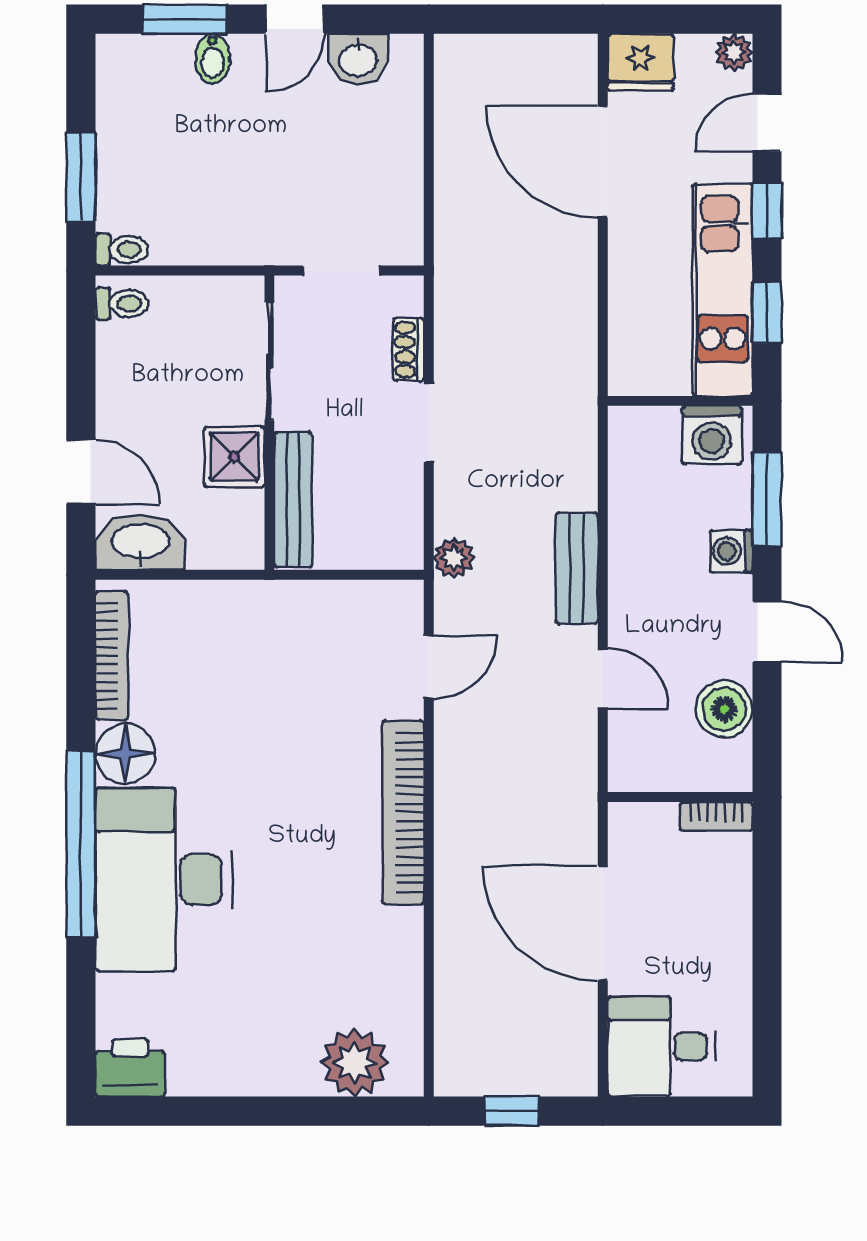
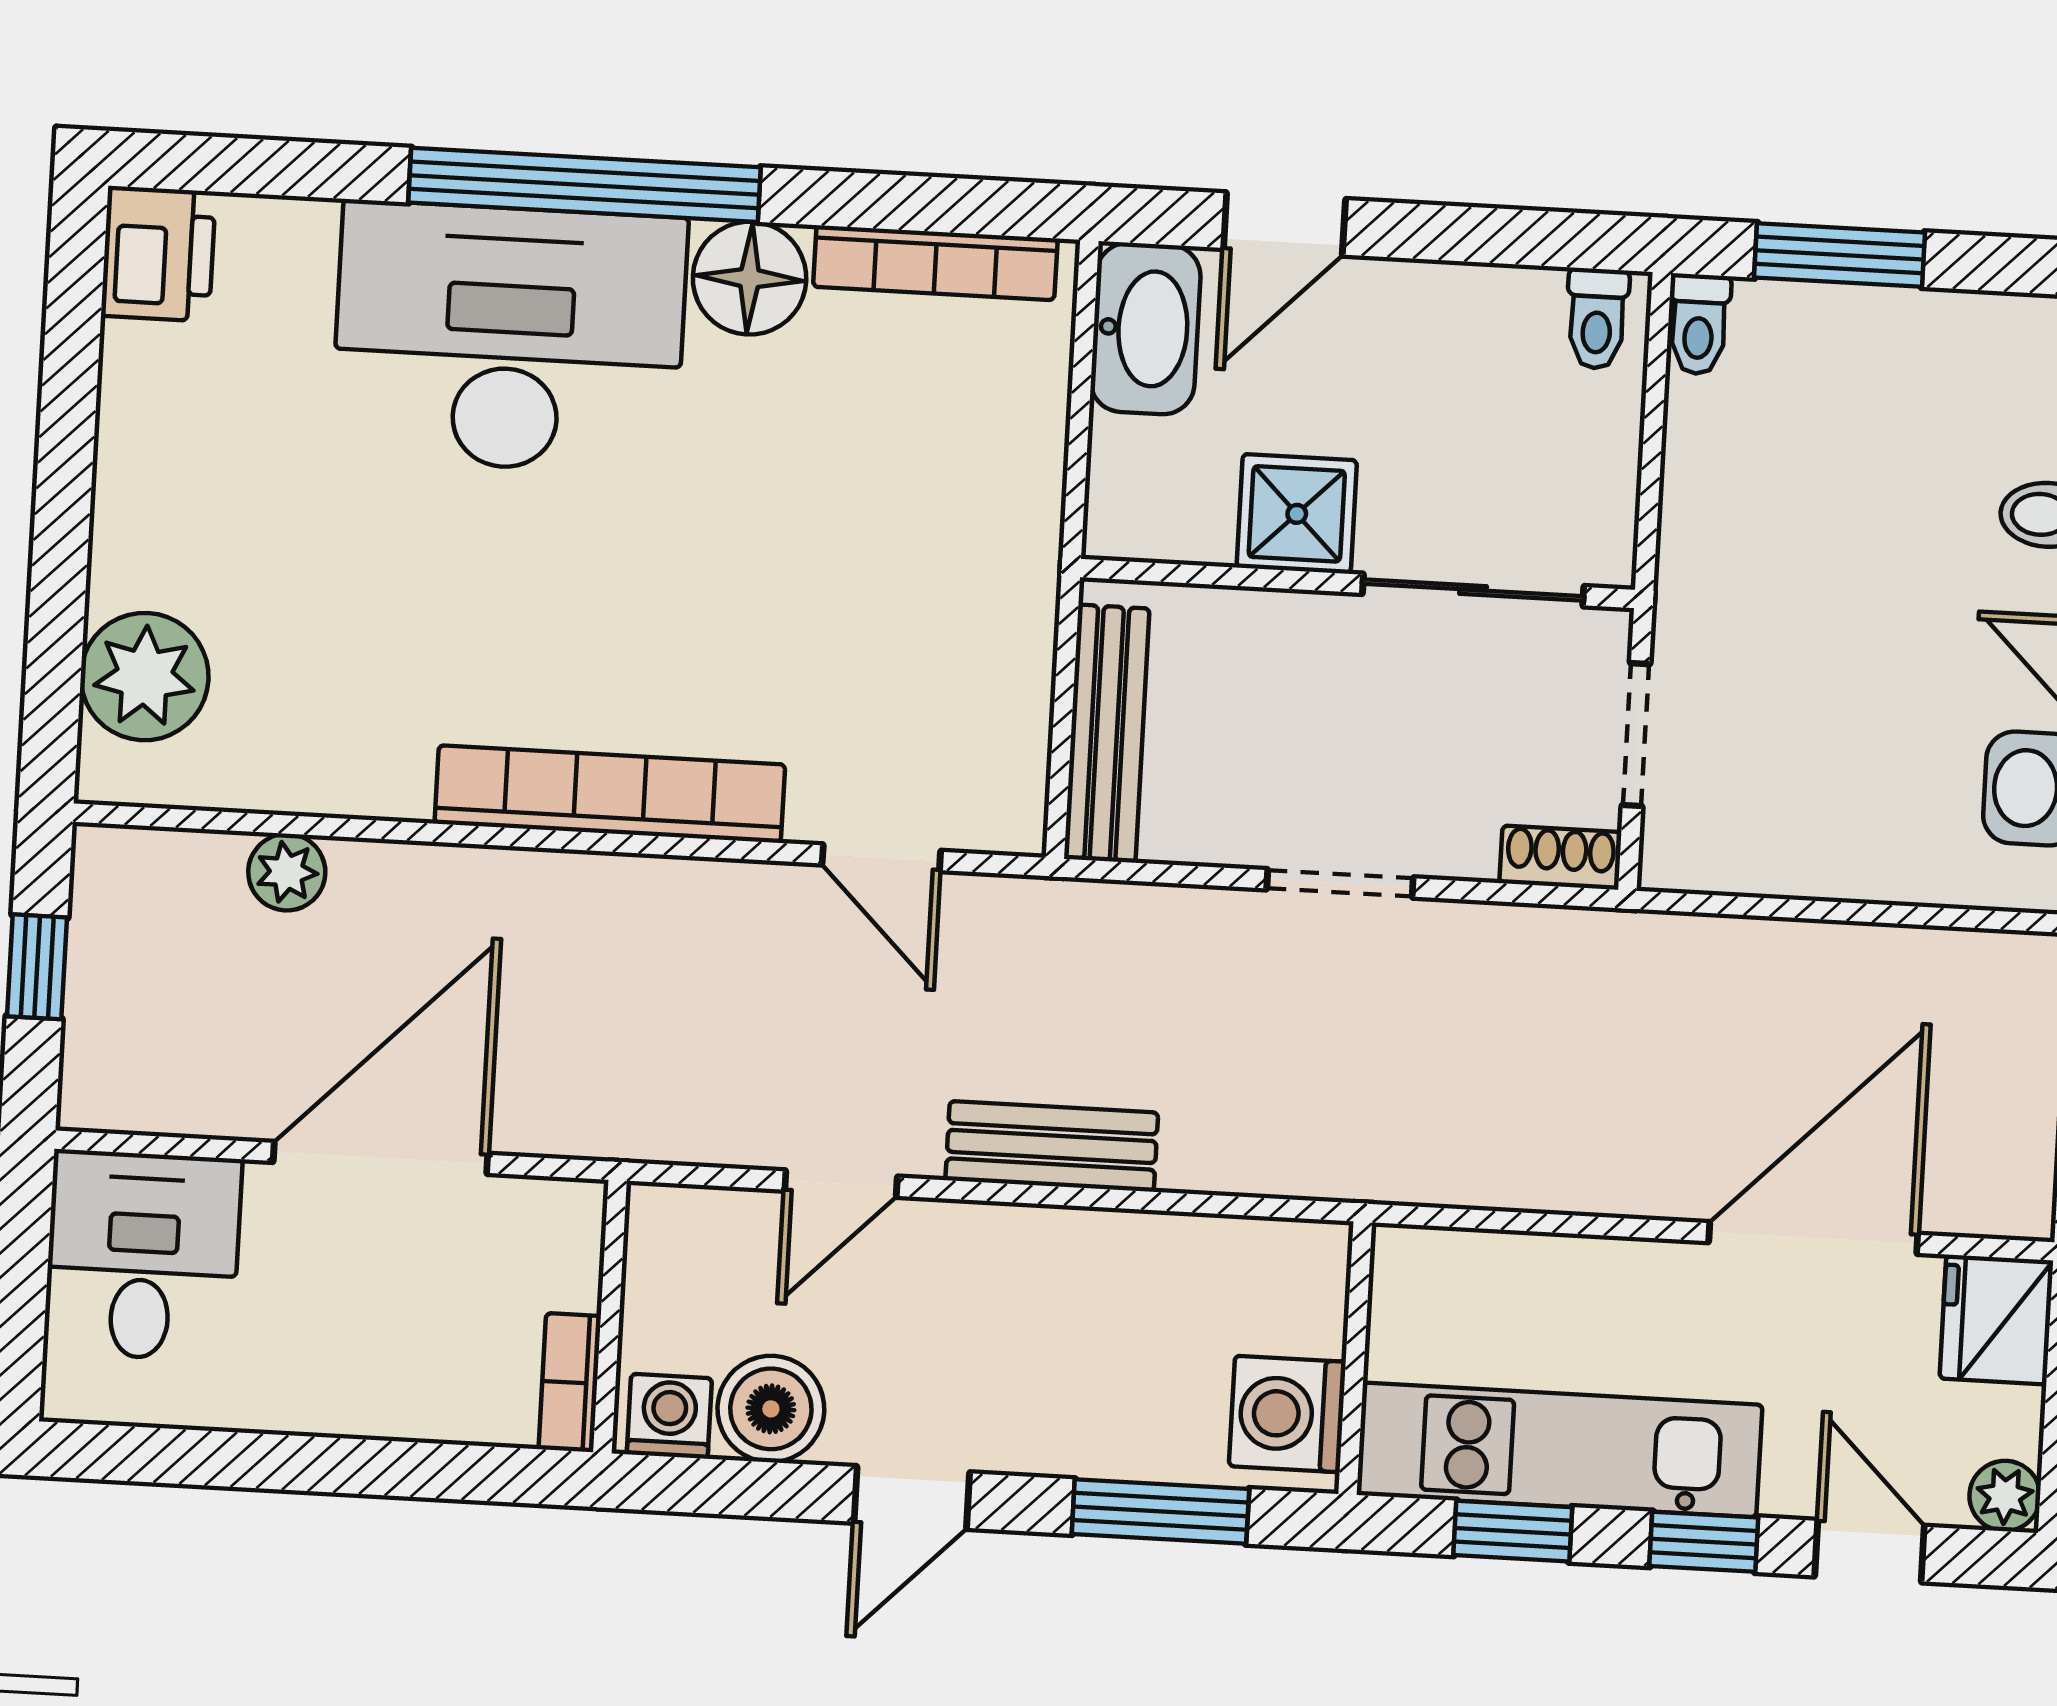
shoe rack: (409, 349) -> (1560, 858), moved
bench: (293, 500) -> (1107, 734), moved, turned 90
washing machine: (731, 551) -> (669, 1416), moved
plant: (454, 558) -> (287, 872), moved

